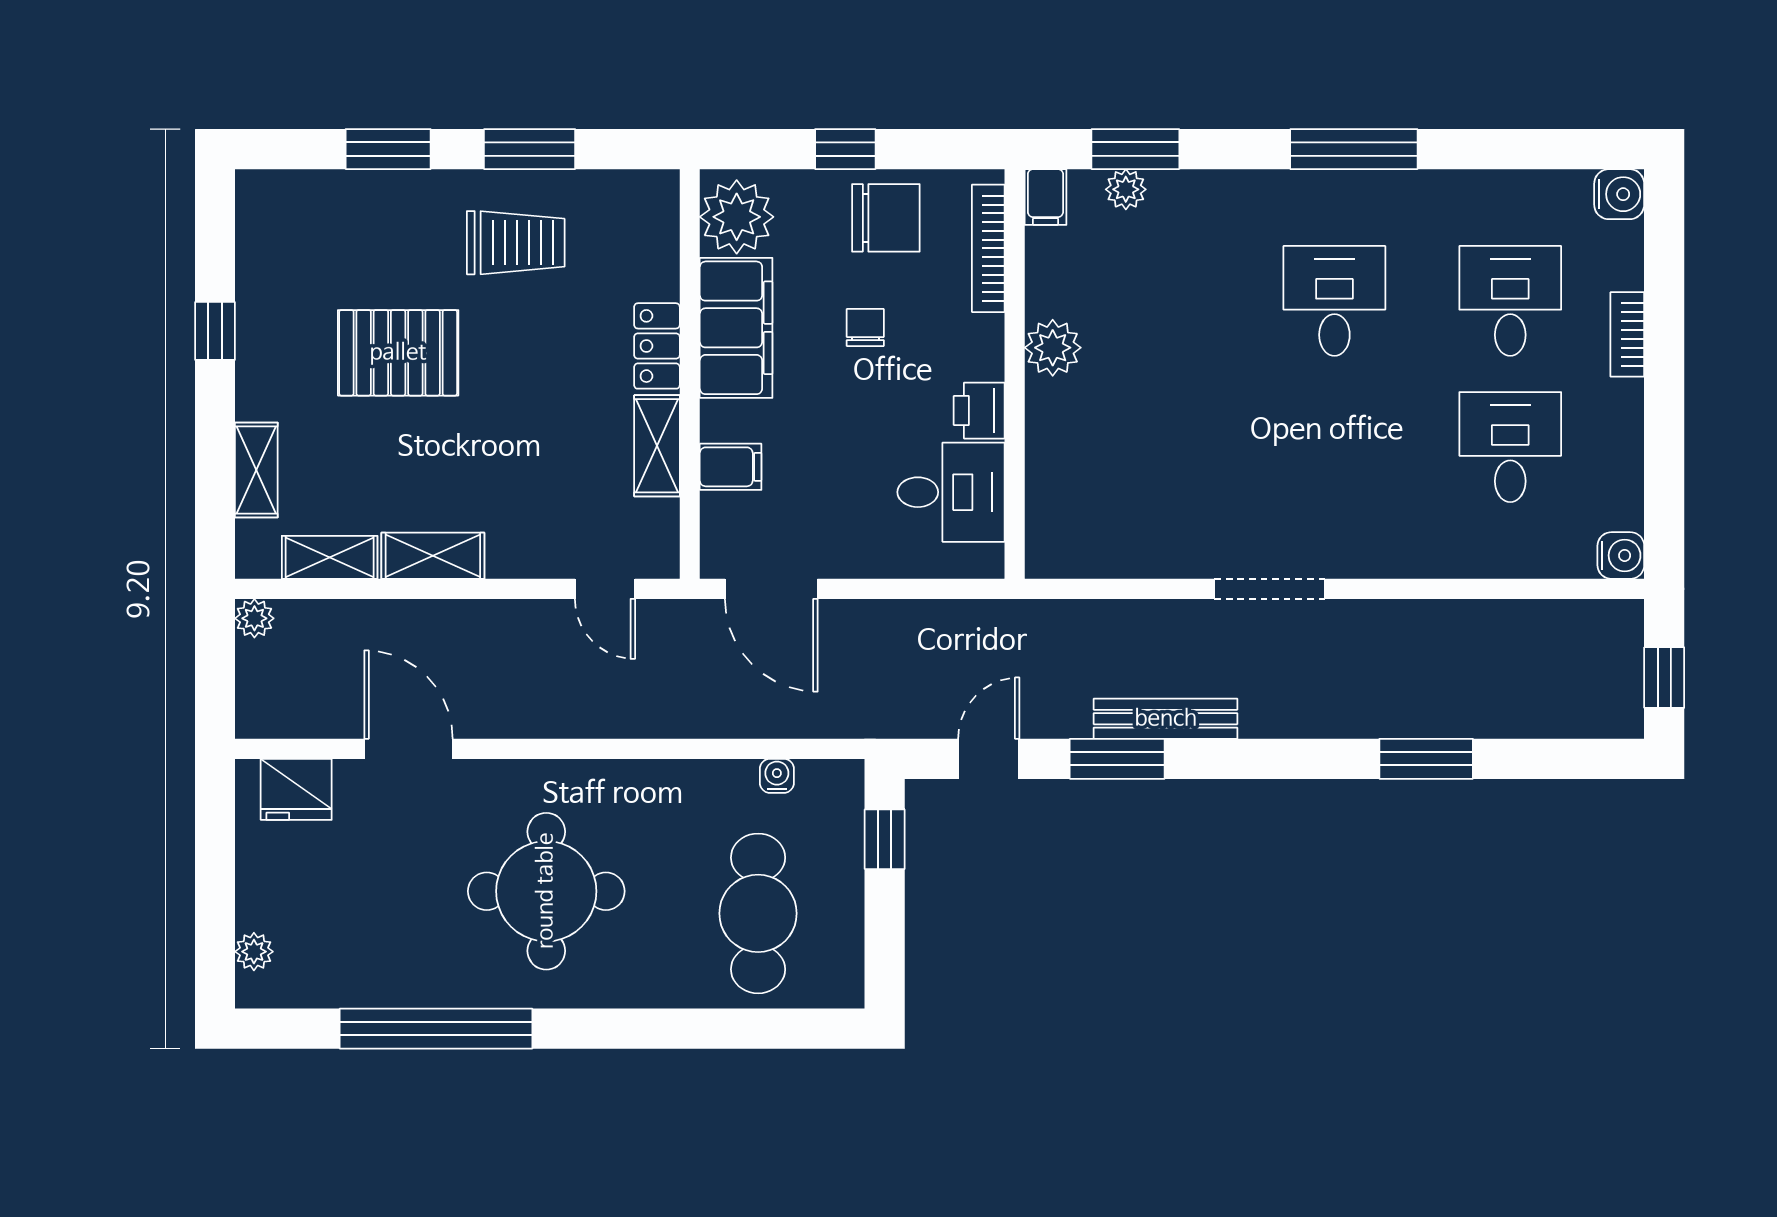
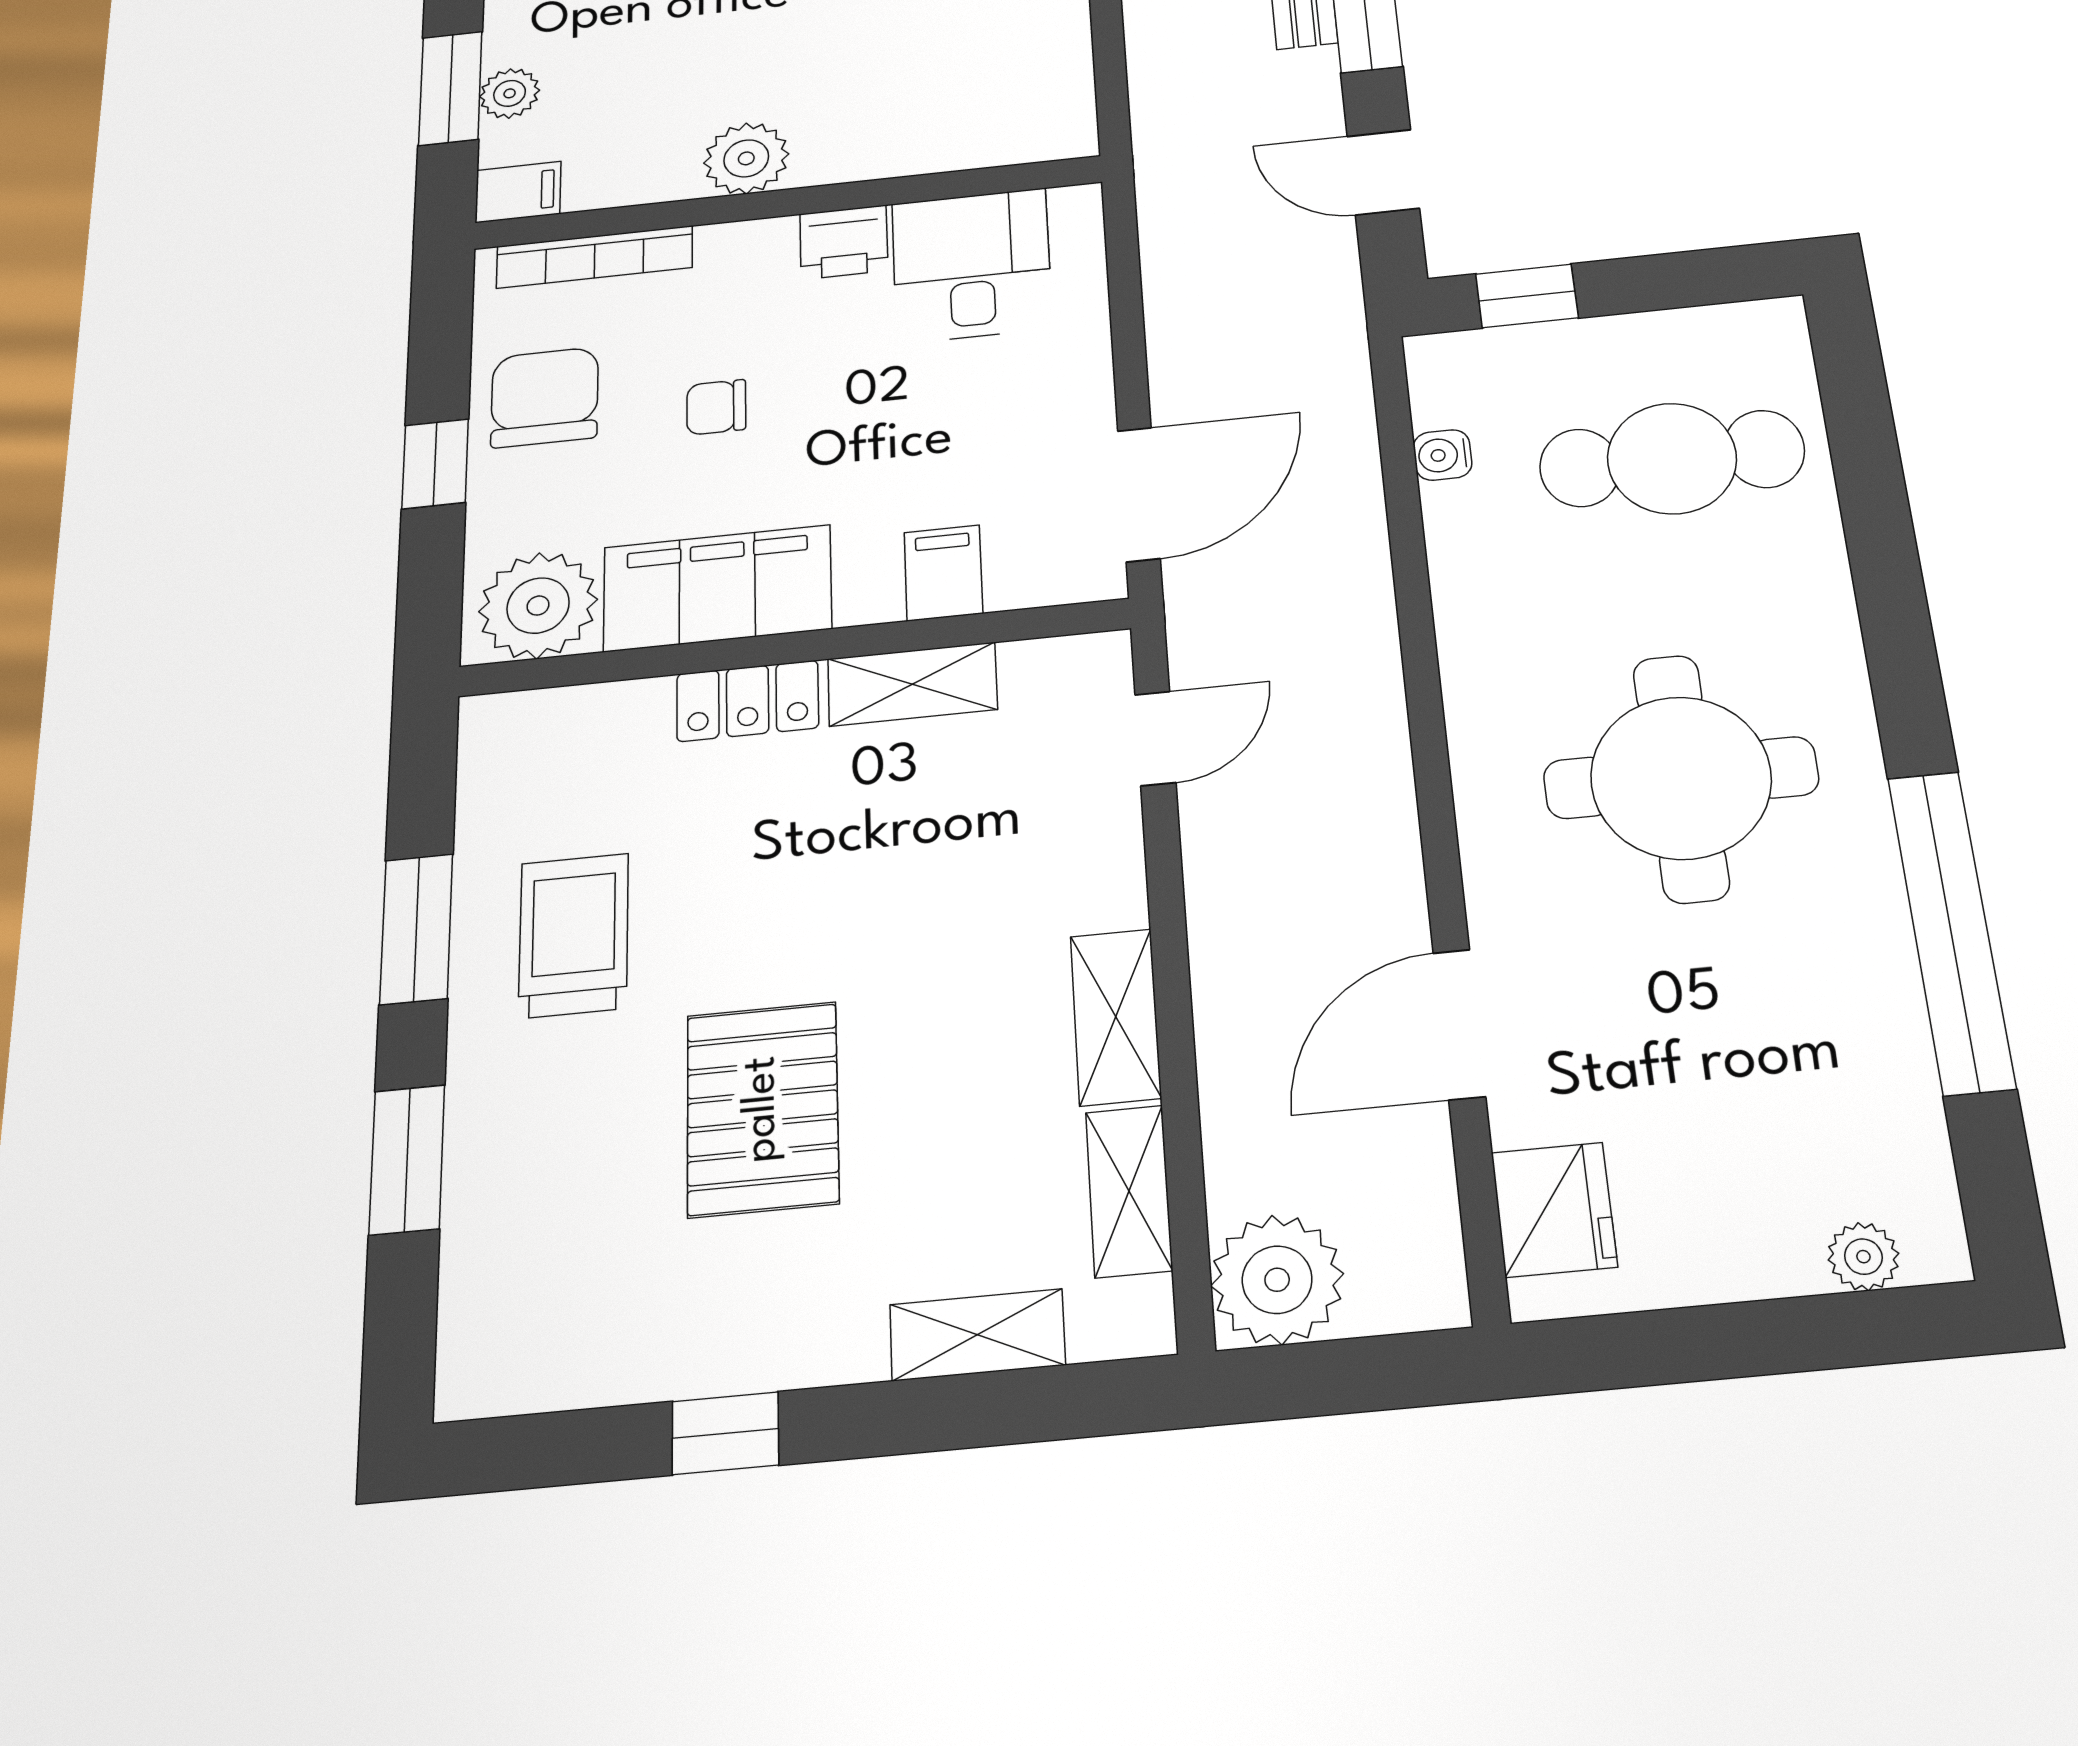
plant: (254, 618) -> (1277, 1280), width x1.88, depth x1.88

